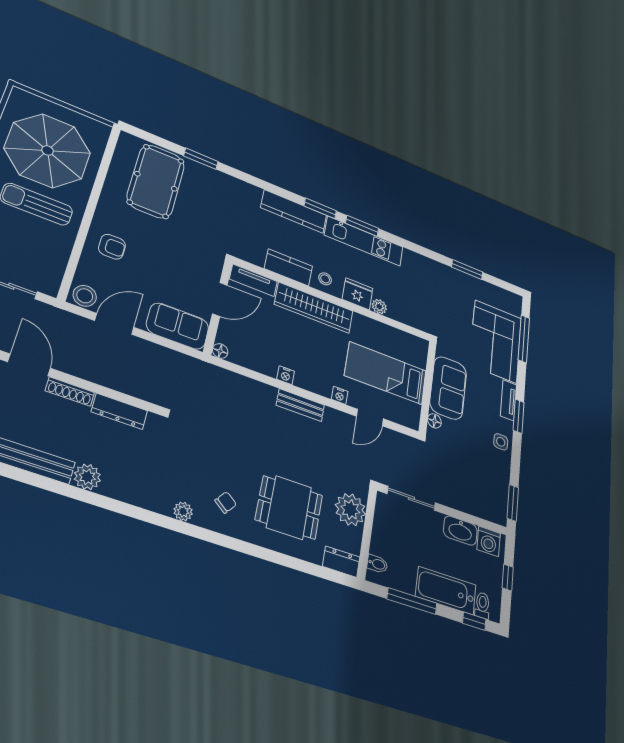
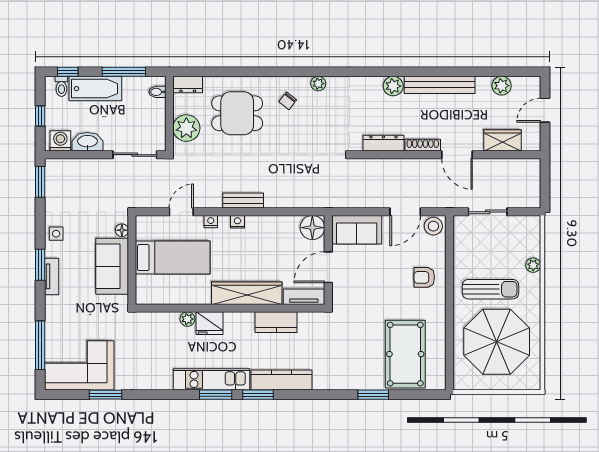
stool: (325, 279) -> (241, 325), removed
corner sofa: (496, 341) -> (79, 365), moved, turned -90
floor lamp: (220, 351) -> (312, 228), width x1.89, depth x1.89
nightstand: (286, 375) -> (237, 222), moved

